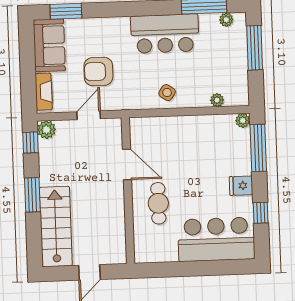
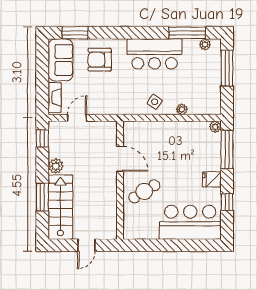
armchair: (98, 71) -> (100, 60), moved
plant: (217, 100) -> (182, 109), moved
door: (89, 115) -> (77, 118), moved
plant: (46, 130) -> (56, 166), moved
window: (32, 195) -> (42, 197), moved
cafe table: (158, 203) -> (144, 191), turned 59

